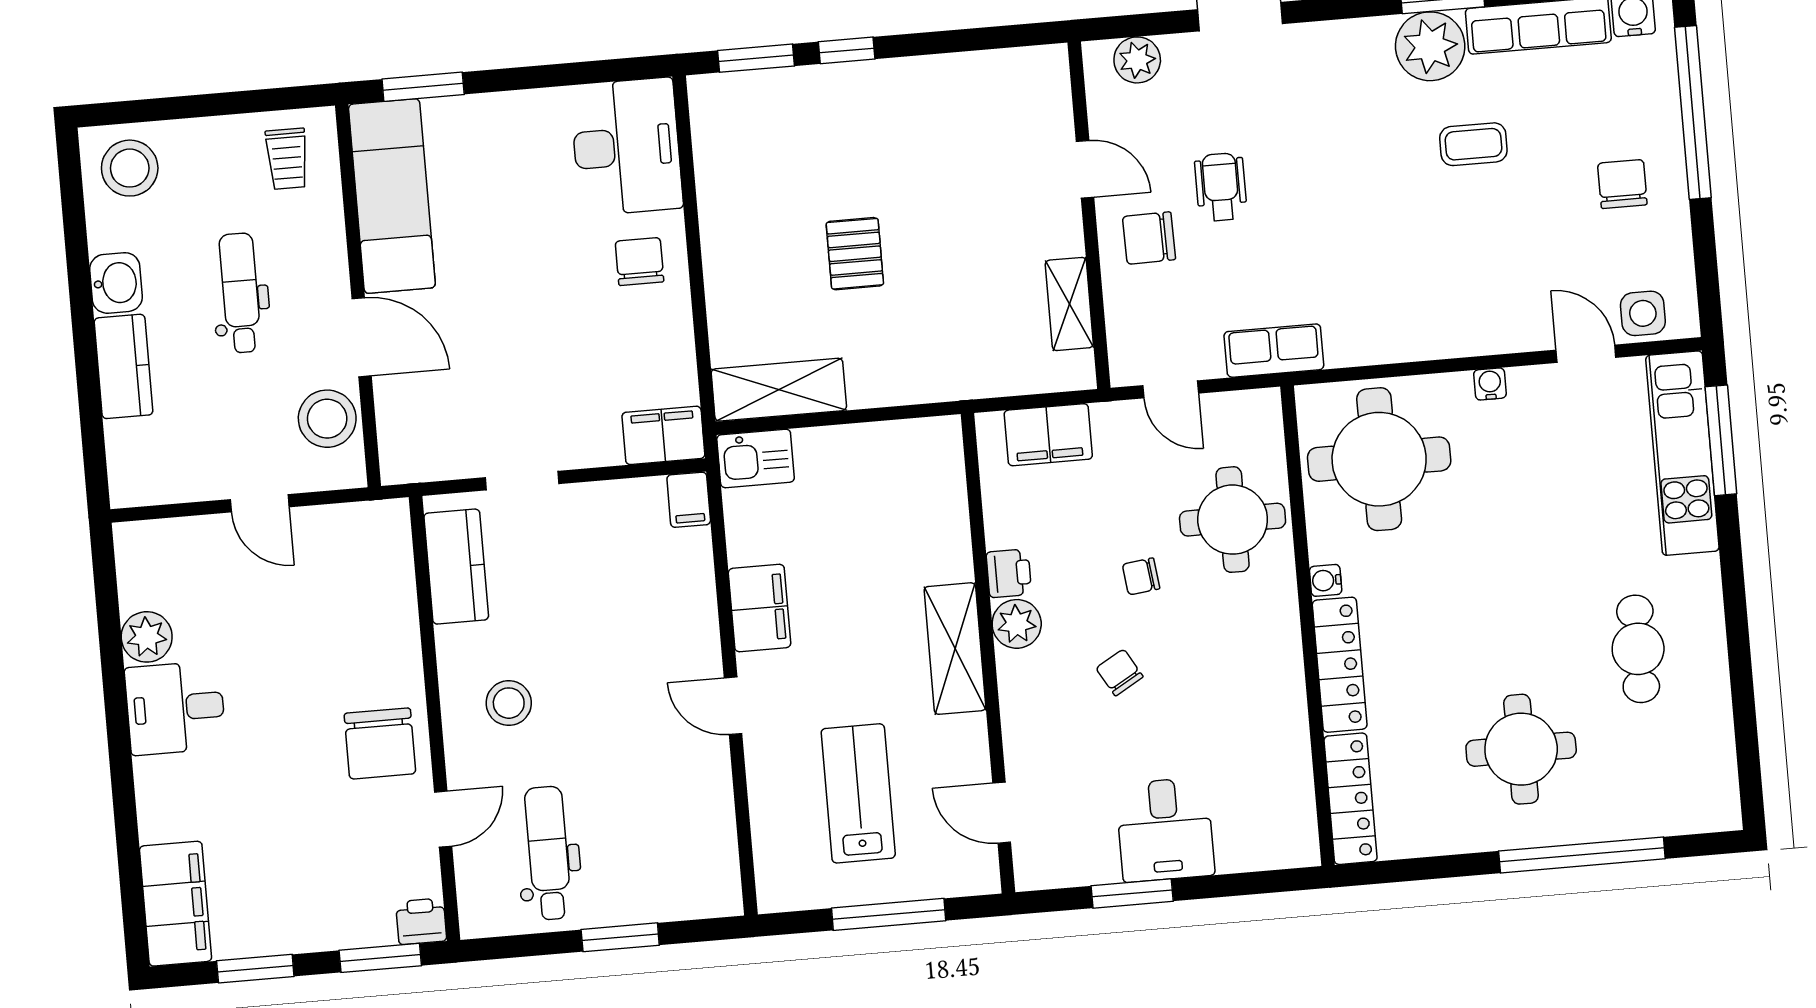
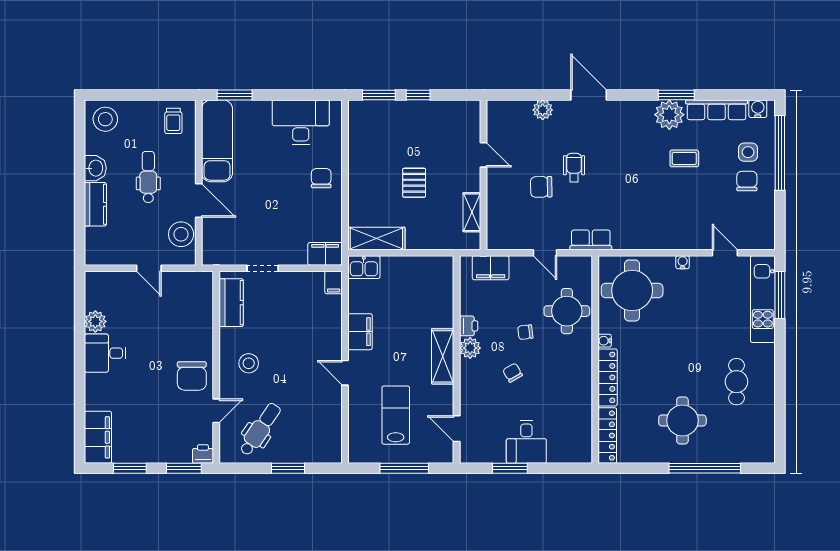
desk: (626, 147) -> (301, 122), moved, turned -90
door: (1085, 169) -> (484, 155), moved
wall: (1089, 215) -> (484, 175), moved
shelving: (1069, 304) -> (472, 212), moved
side table: (1643, 313) -> (748, 152), moved
dental chair: (548, 853) -> (260, 429), turned 34

